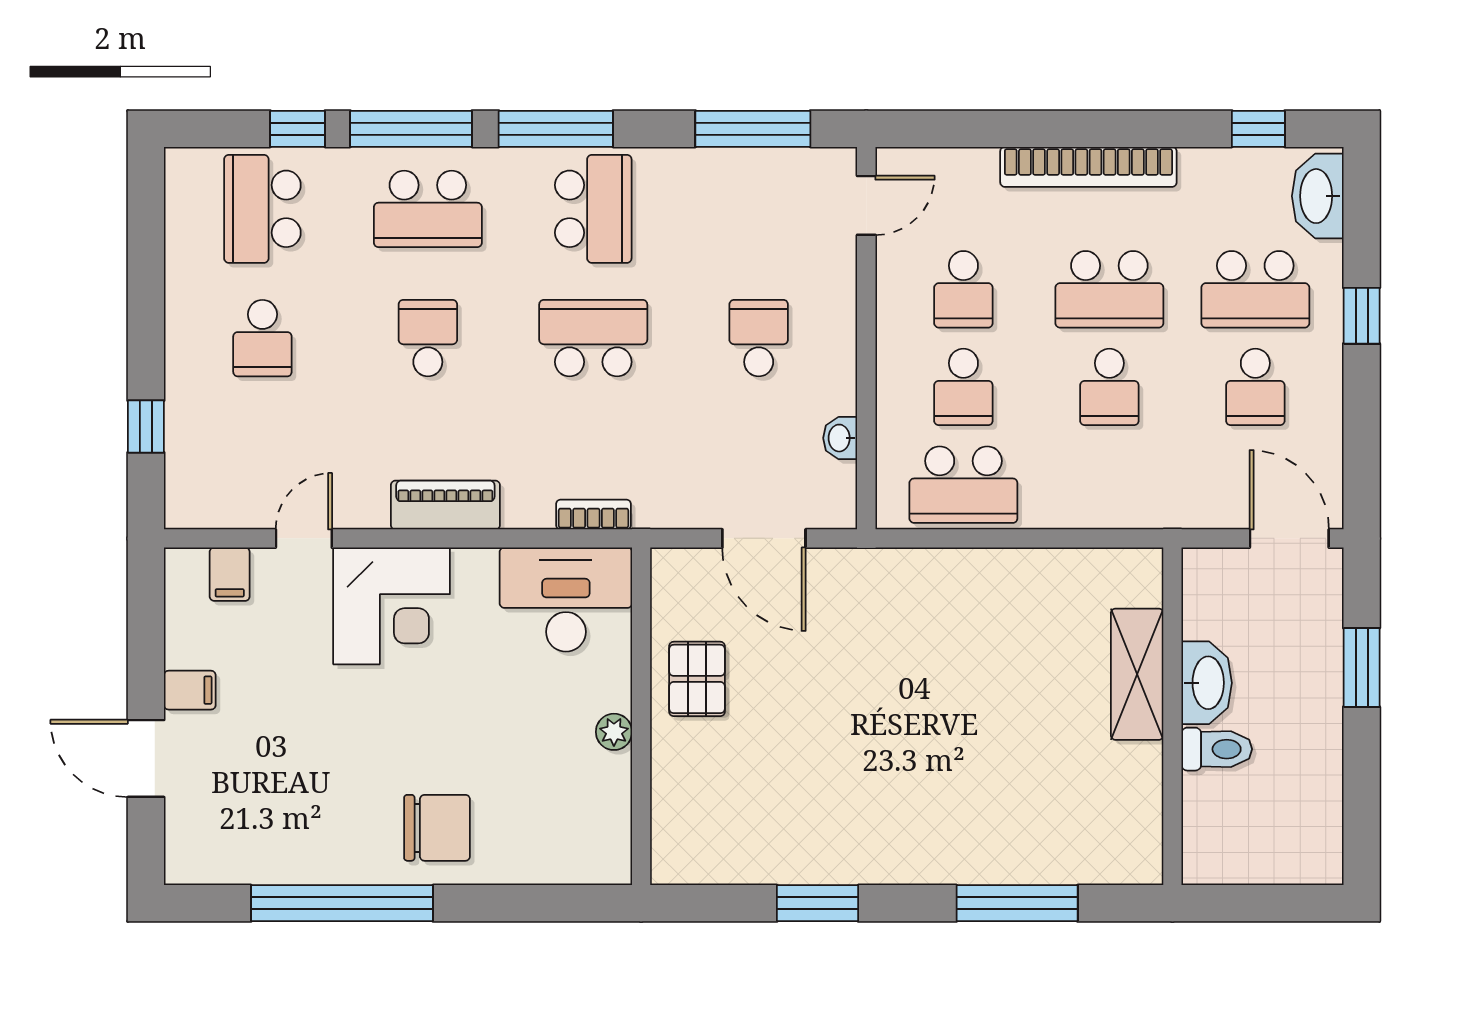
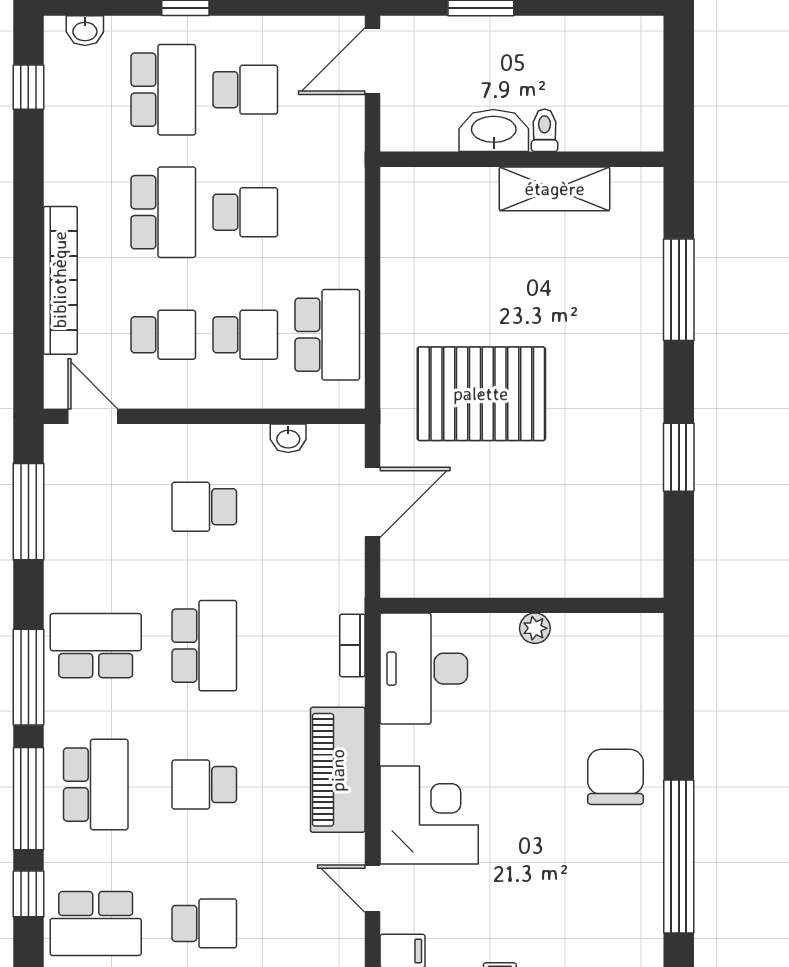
bookcase: (1088, 167) -> (60, 280), moved
washbasin: (1318, 196) -> (85, 31), width x0.52, depth x0.69
school desk: (593, 338) -> (204, 646), turned 180
piano: (445, 505) -> (338, 770), width x1.37, depth x1.33
shelving: (1137, 674) -> (555, 189), moved
pallet: (697, 679) -> (481, 394), moved, width x2.05, depth x2.00
toilet: (1217, 749) -> (545, 130), width x0.73, depth x0.72

